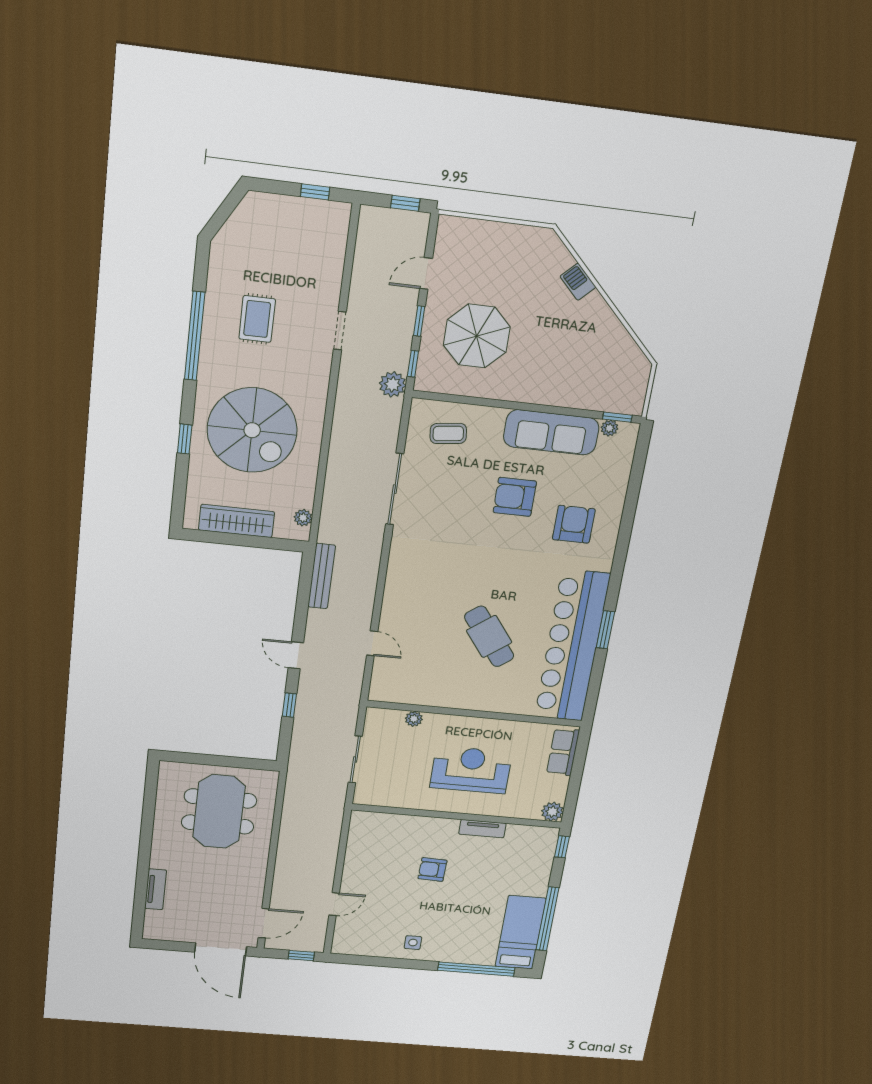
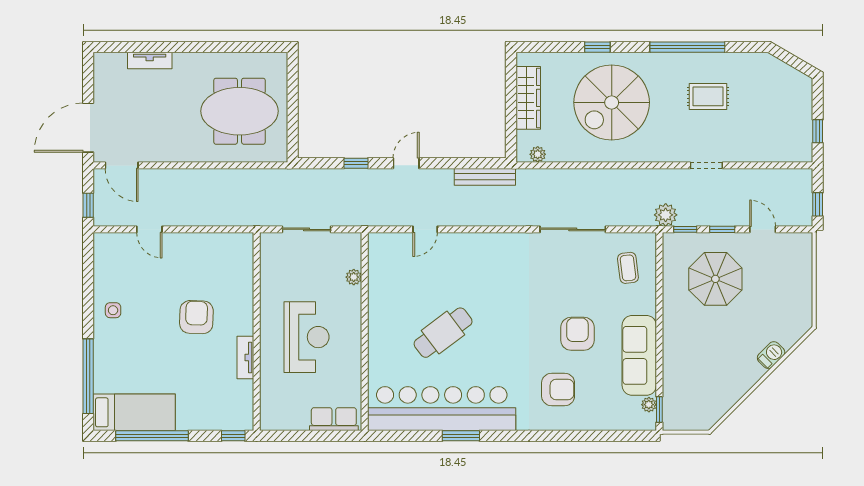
plant: (552, 812) -> (270, 420), removed
armchair: (432, 870) -> (196, 317), width x1.38, depth x1.38

